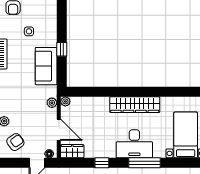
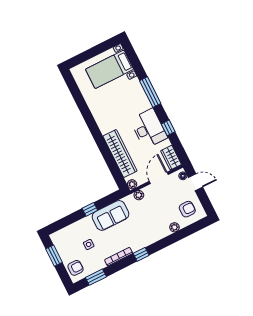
wardrobe: (135, 105) -> (120, 154), moved
armchair: (15, 142) -> (187, 209), turned 125
desk: (134, 144) -> (149, 129), moved

